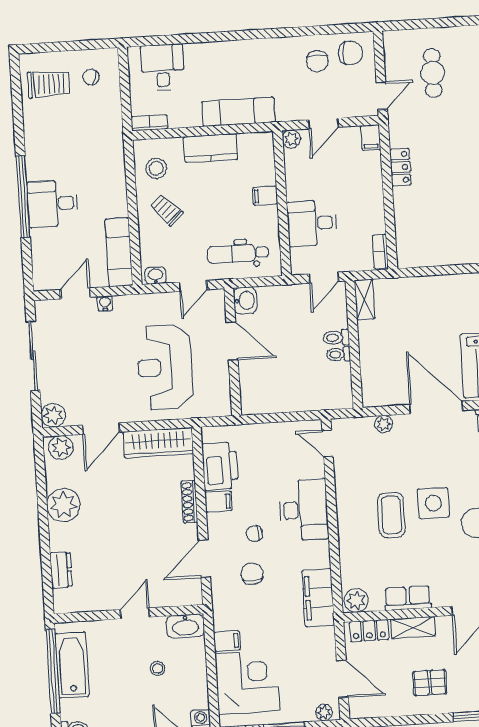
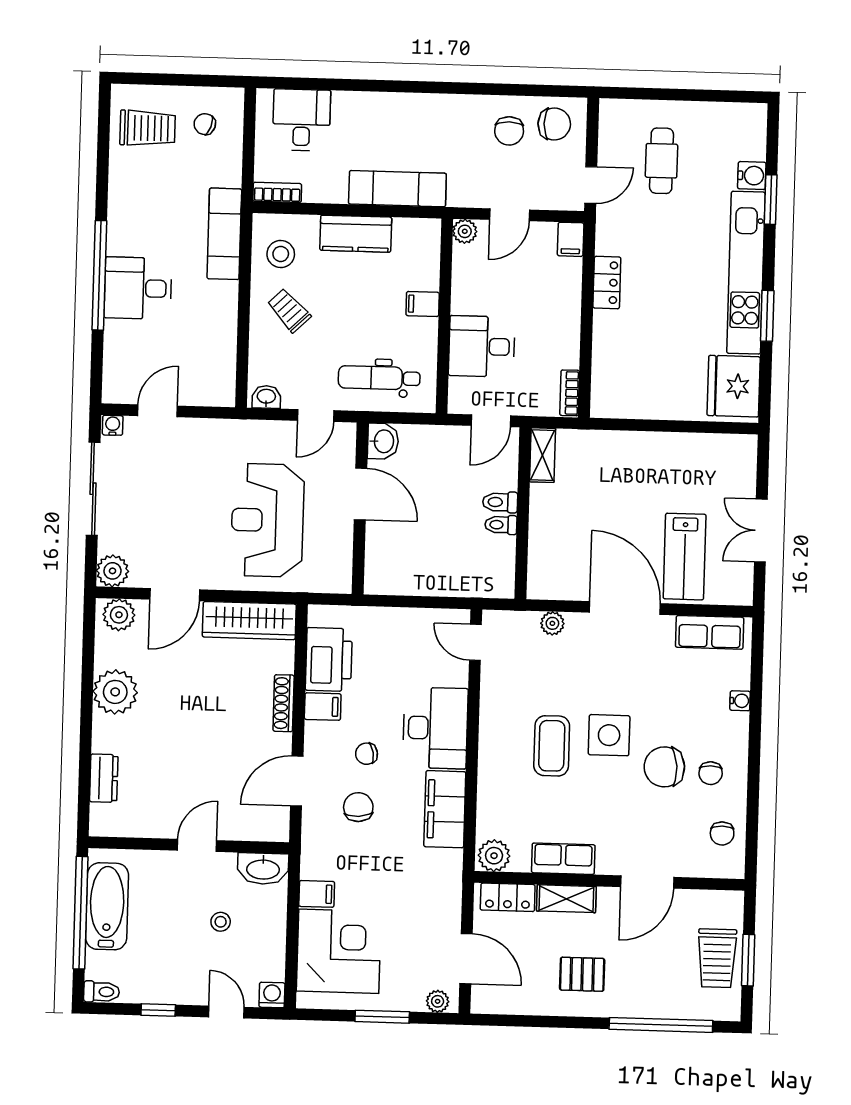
exam couch: (119, 252) -> (224, 234), moved
water cooler: (105, 303) -> (113, 425), moved
filing cabinet: (318, 598) -> (445, 809), moved

